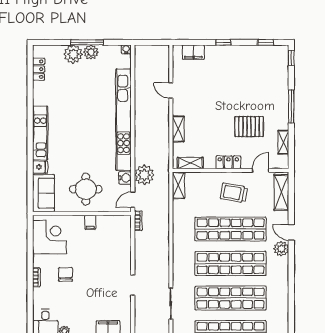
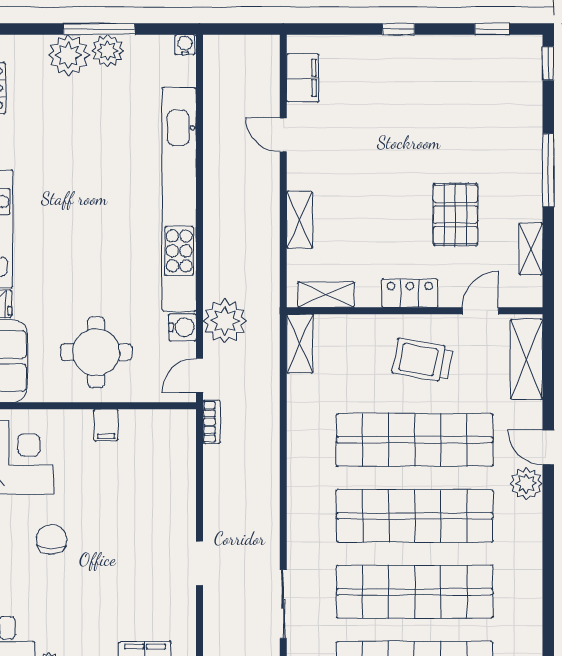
filing cabinet: (193, 52) -> (303, 78), moved, turned -90
pallet: (249, 127) -> (455, 214), turned 90

